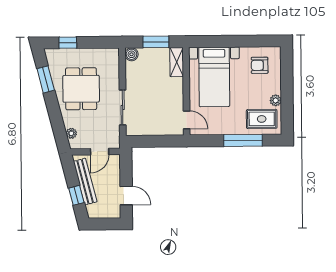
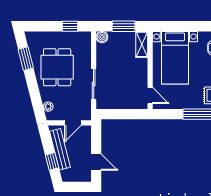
window: (68, 43) -> (70, 26), moved

